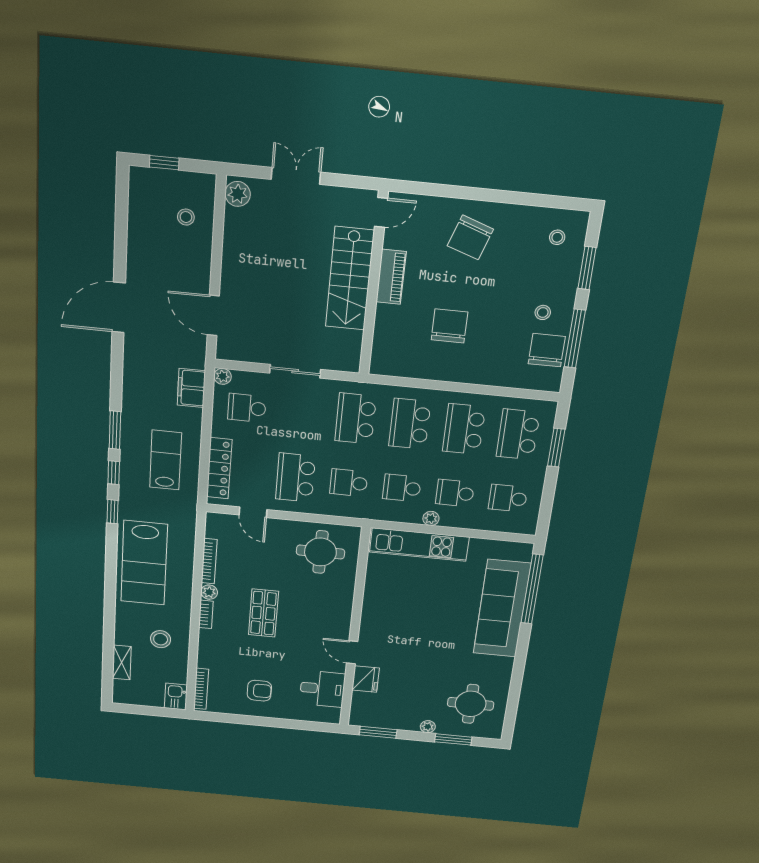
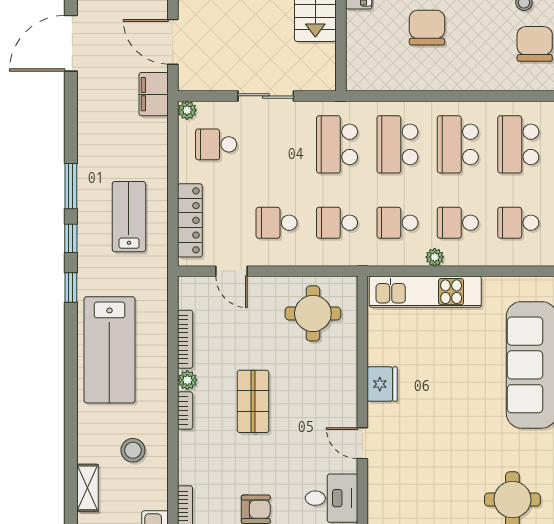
filing cabinet: (191, 388) -> (154, 94), moved
school desk: (296, 478) -> (277, 223), width x0.54
fridge: (366, 679) -> (382, 384), moved

